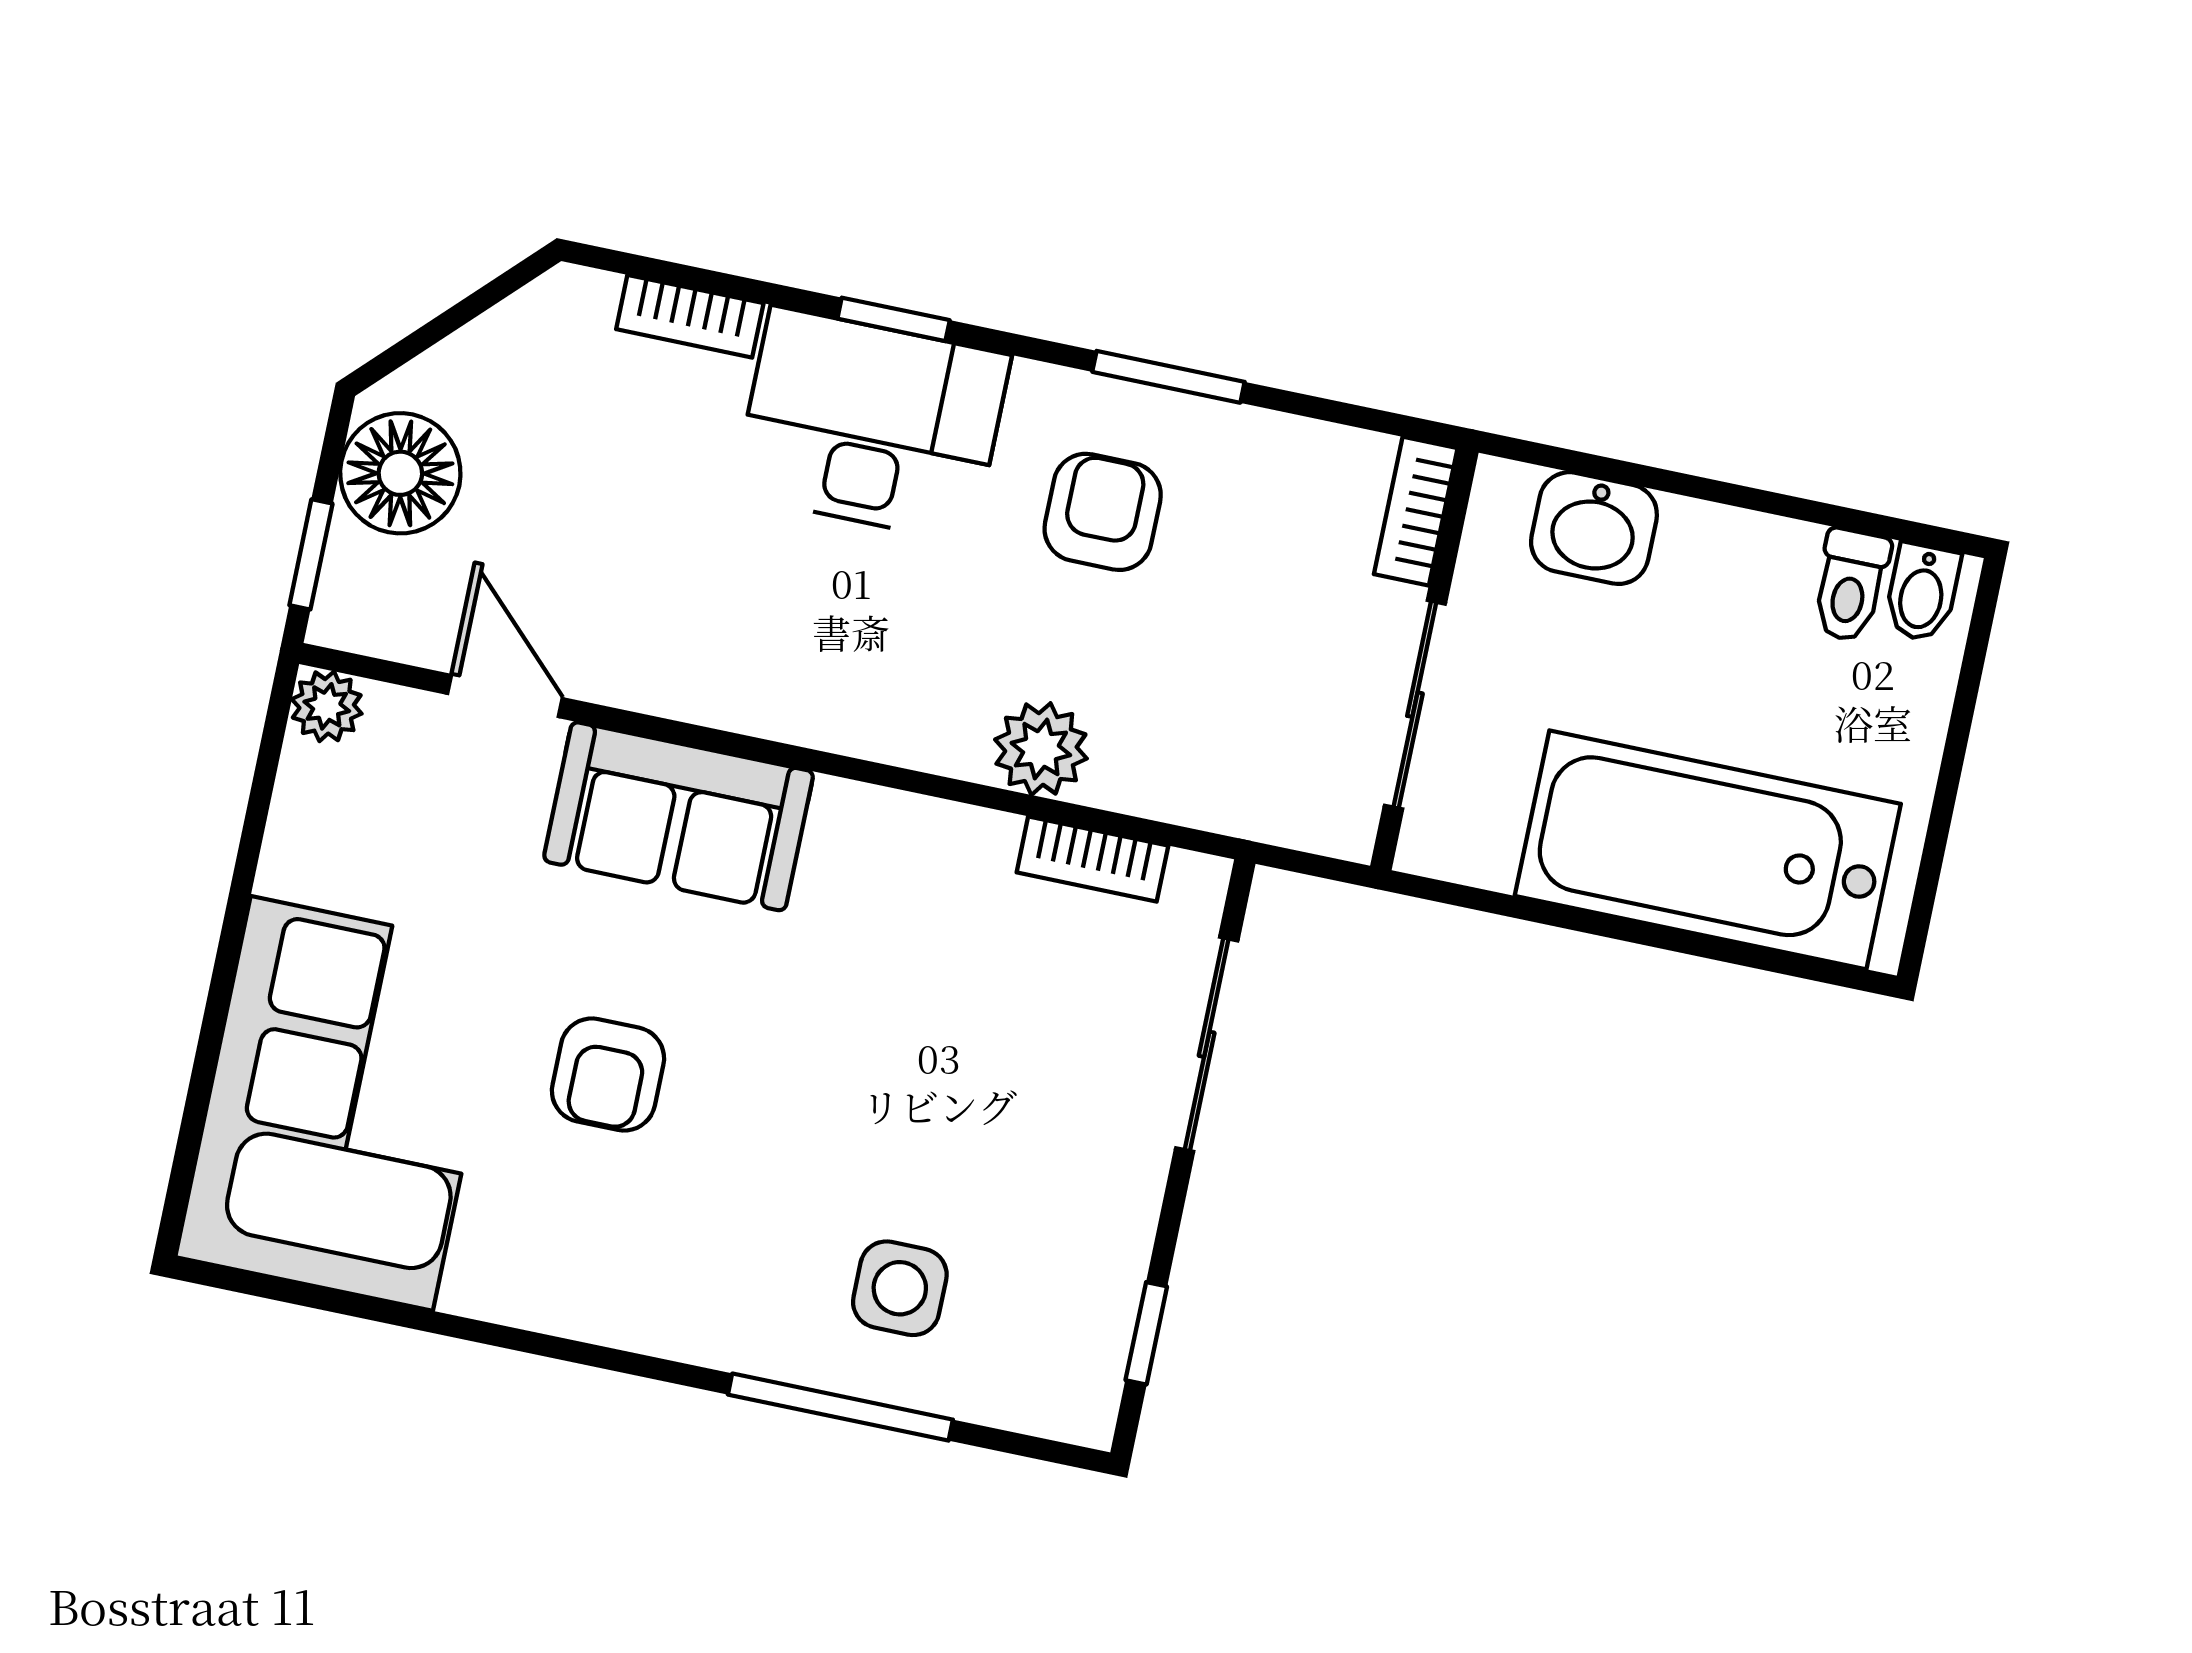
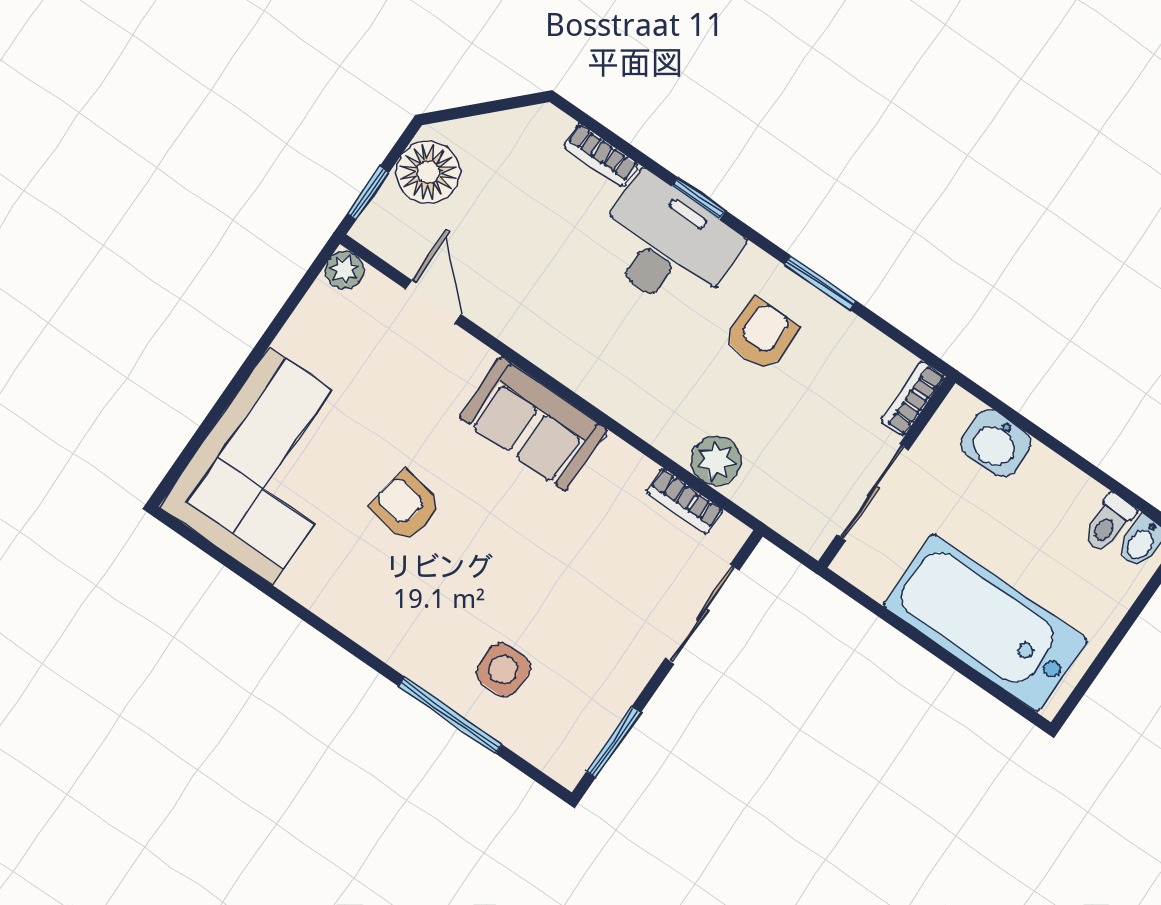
plant: (1041, 749) -> (716, 461), moved
sofa: (679, 816) -> (533, 424), moved
armchair: (608, 1075) -> (406, 506), turned 100
window: (1146, 1333) -> (614, 742), width x1.50

